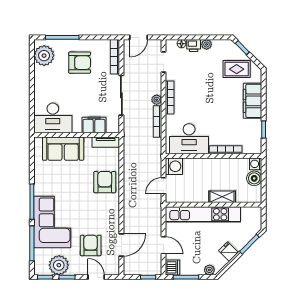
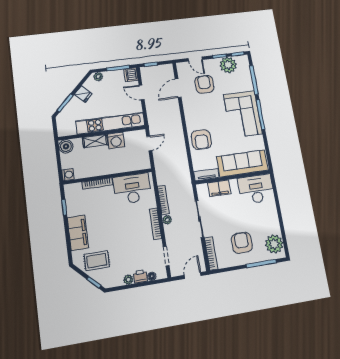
armchair: (80, 63) -> (242, 243), turned 90
sofa: (63, 149) -> (242, 163), width x1.36
washing machine: (174, 166) -> (116, 140), moved, turned -90
boiler: (254, 178) -> (66, 146), moved
corner sofa: (52, 222) -> (243, 114), moved
armchair: (91, 245) -> (204, 84), turned 180

